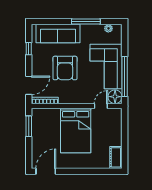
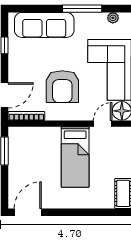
armchair: (65, 68) -> (62, 87), moved
bed: (76, 131) -> (75, 157), width x0.67

